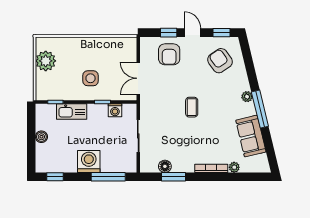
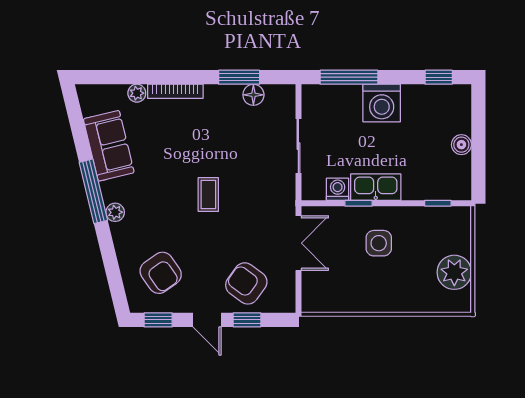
armchair: (169, 54) -> (246, 283), turned -54
kitchen sink: (72, 111) -> (376, 187), moved

